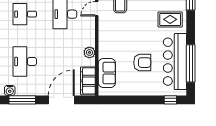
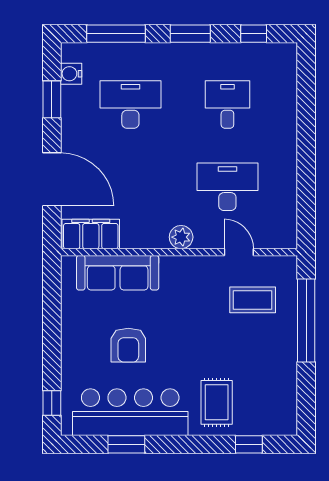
plant: (89, 52) -> (181, 237), moved
window: (191, 63) -> (126, 444), width x0.47
sofa: (107, 73) -> (118, 273), width x1.36
window: (22, 100) -> (52, 99), width x0.69

